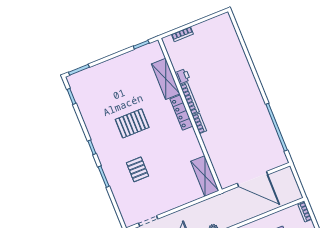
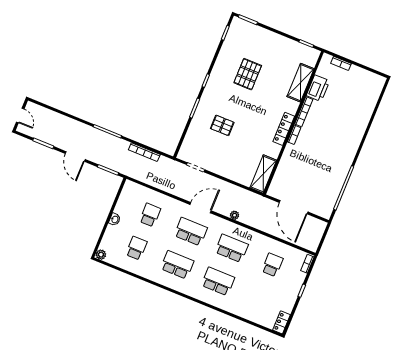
printer: (183, 76) -> (318, 88), width x1.87, depth x1.48
locker: (182, 113) -> (284, 129), moved
pallet: (132, 123) -> (248, 74), moved, turned 90
pallet: (138, 169) -> (222, 125), turned 90

